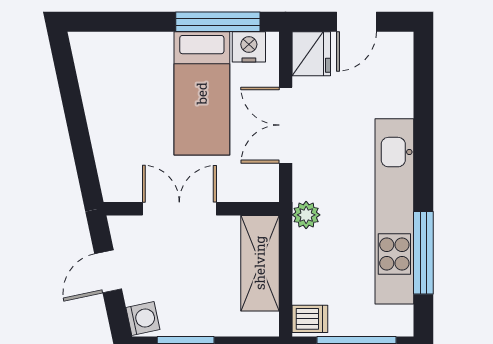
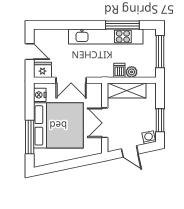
window: (218, 22) -> (30, 137), moved
bed: (202, 93) -> (58, 125), width x2.04
plant: (306, 215) -> (132, 72), moved
dishwasher: (310, 319) -> (119, 70), moved

